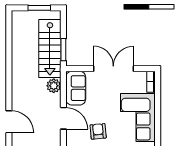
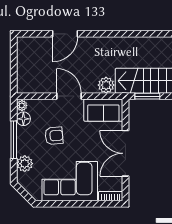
double door: (113, 69) -> (126, 153), swing flipped
door: (63, 118) -> (69, 96), swing flipped

